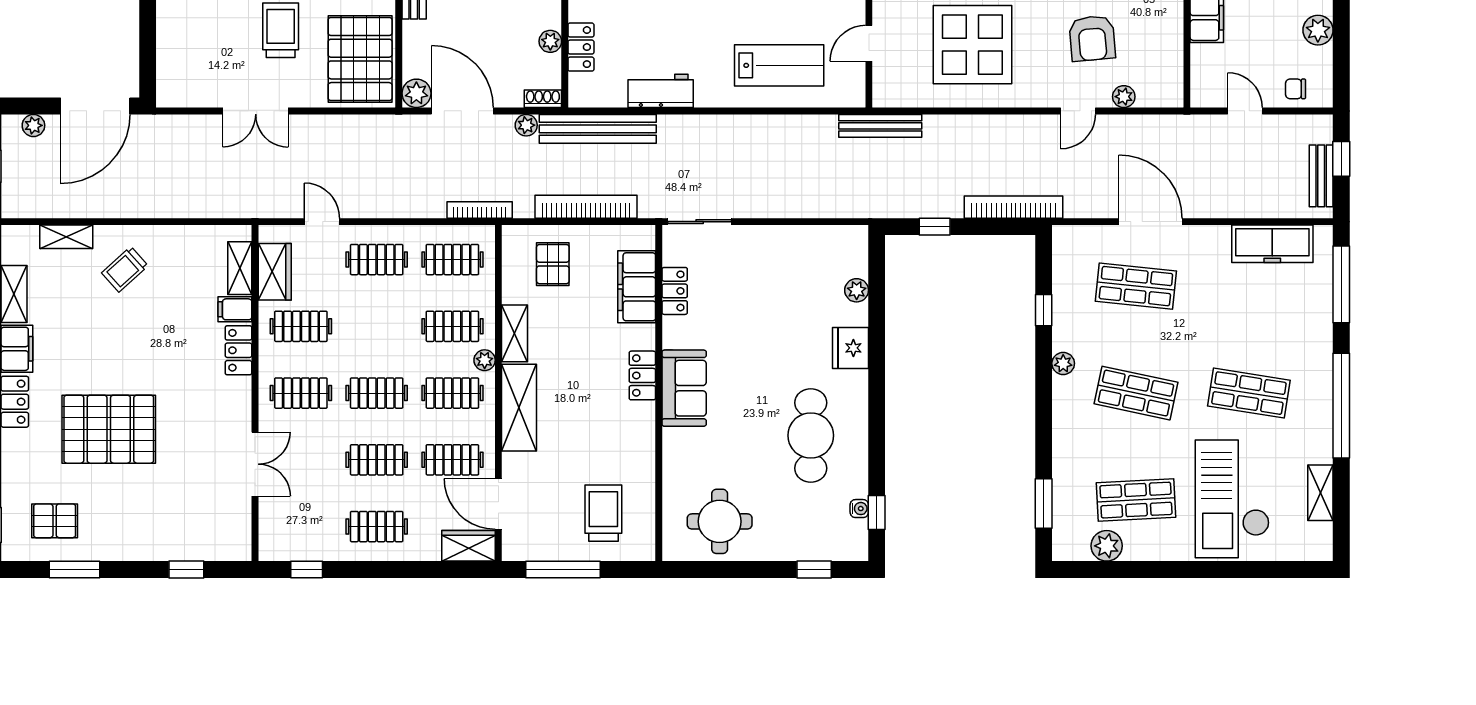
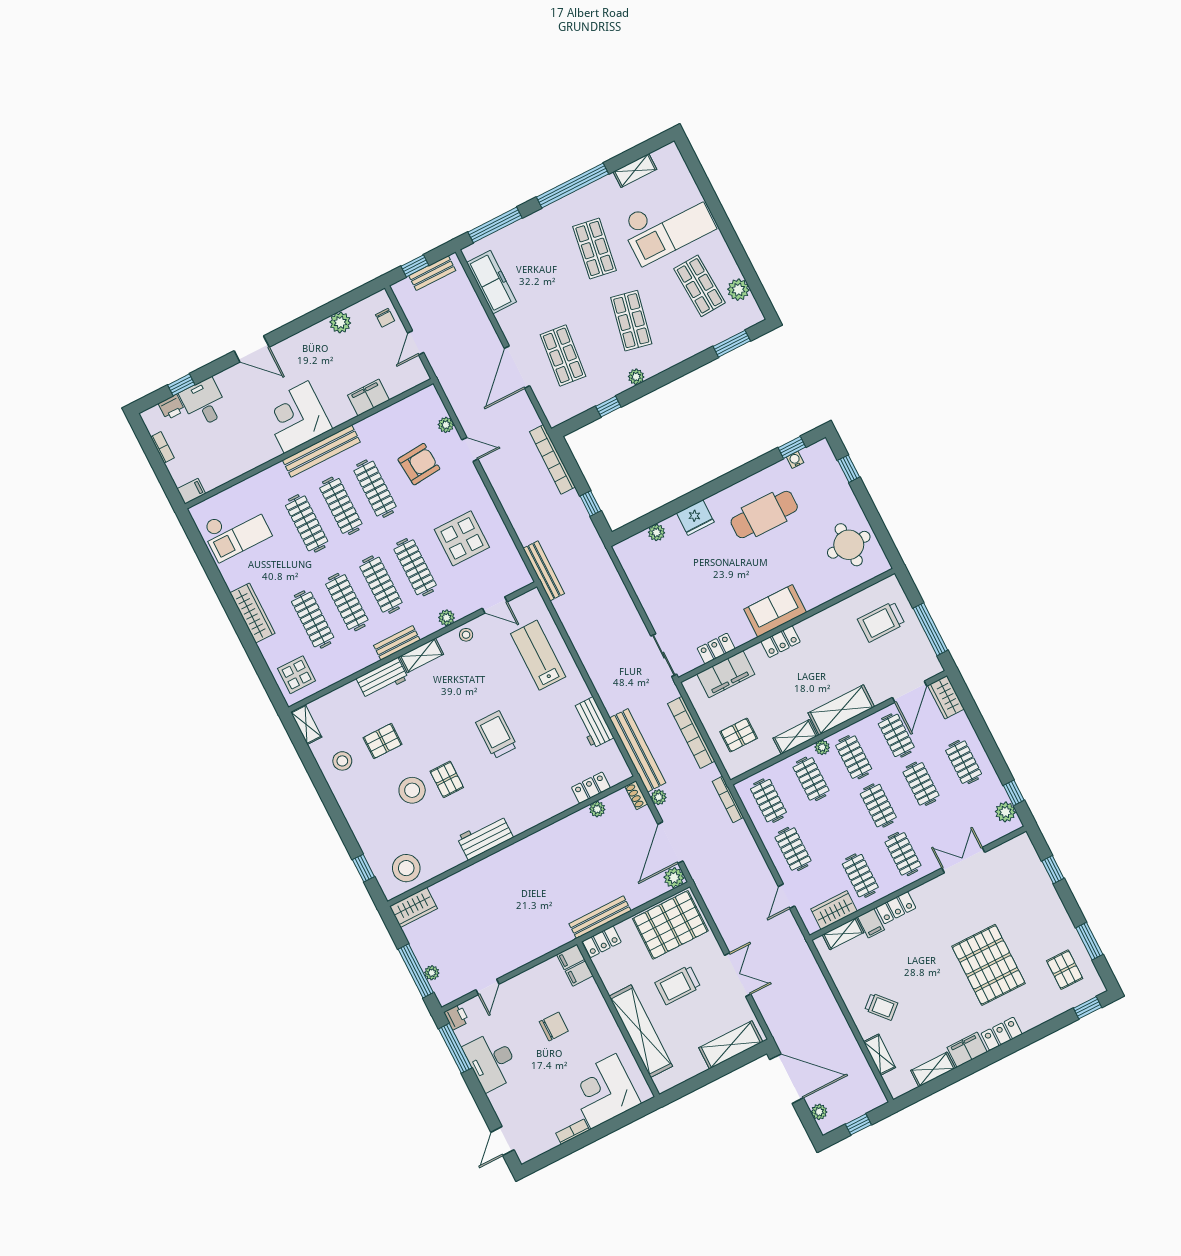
display table: (972, 45) -> (462, 538), width x0.73, depth x0.73
shelving: (173, 58) -> (731, 1045), added
plant: (288, 547) -> (1005, 812), added

